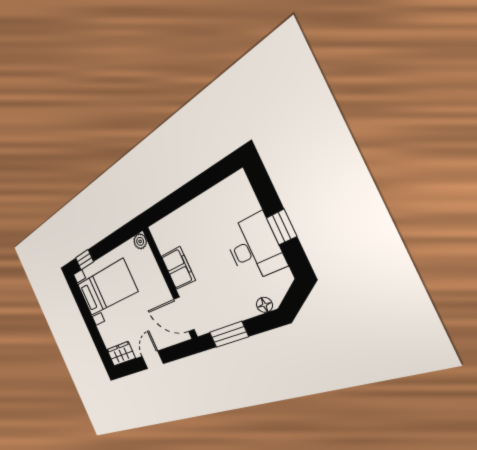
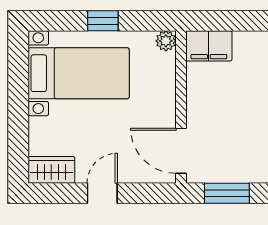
window: (84, 260) -> (103, 21), moved
filing cabinet: (178, 268) -> (209, 46), moved, turned 90

